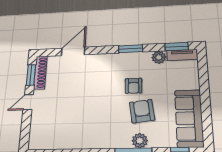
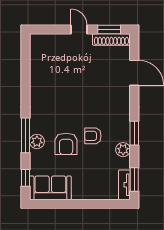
plant: (159, 57) -> (123, 150), moved
armchair: (142, 111) -> (66, 144), turned 97
sofa: (189, 118) -> (50, 188), width x0.73

